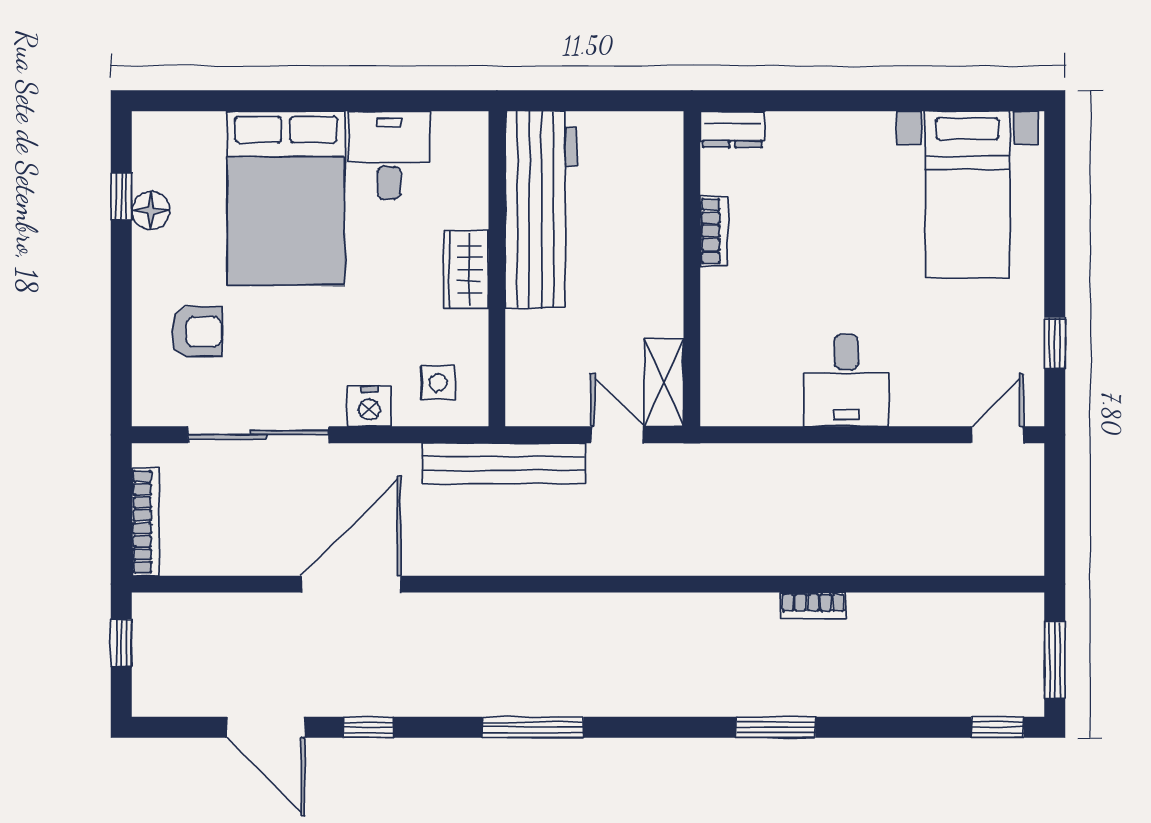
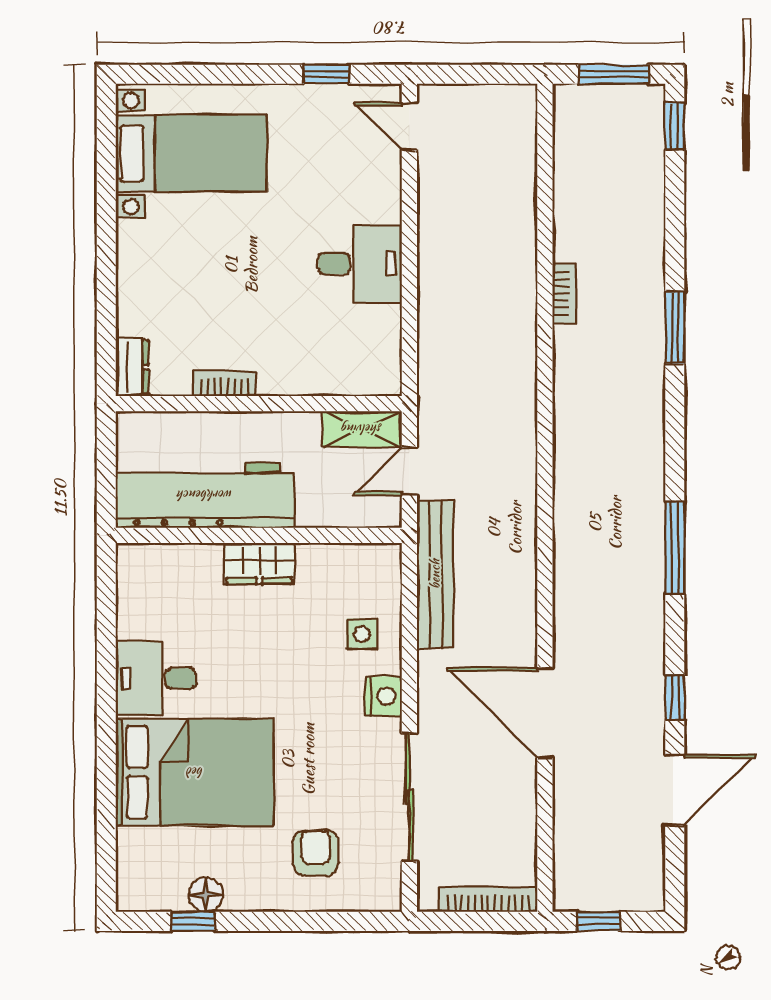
workbench: (541, 210) -> (205, 495), moved
wardrobe: (466, 269) -> (259, 563), moved
wall: (497, 269) -> (259, 535), moved

